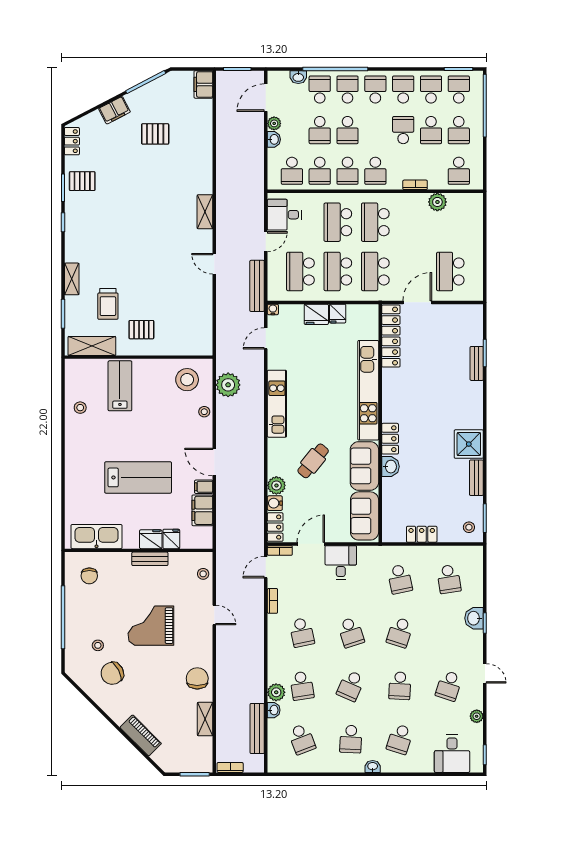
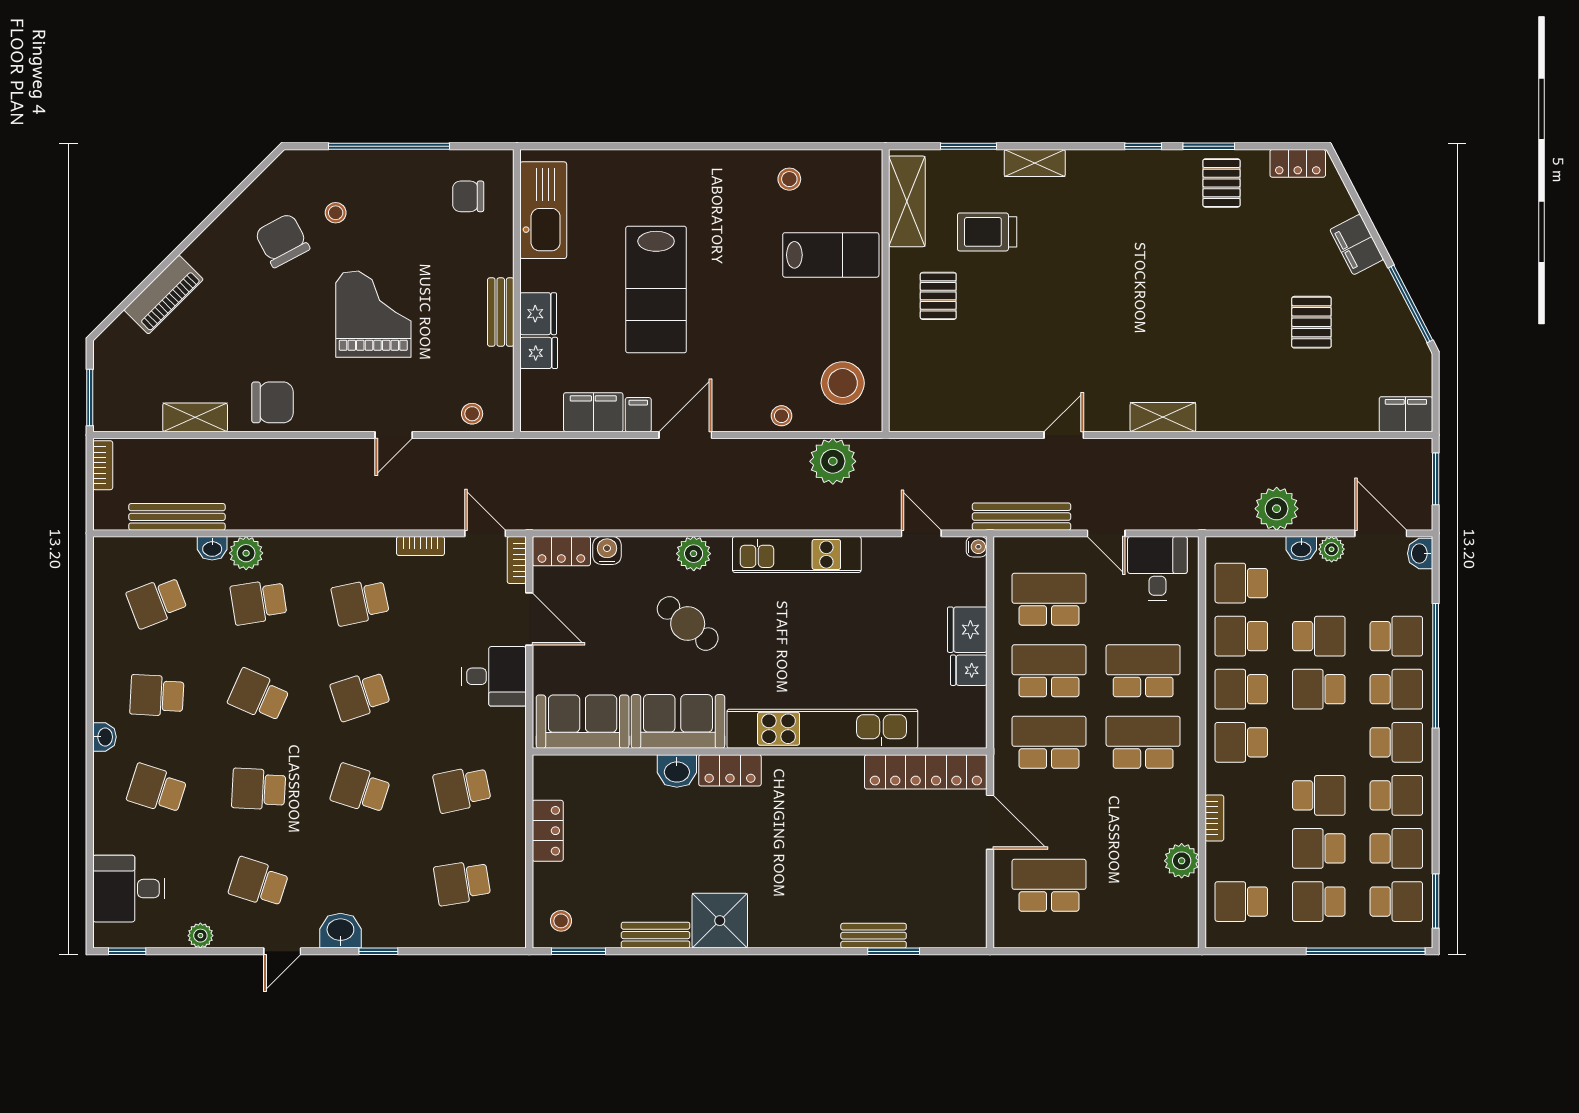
washbasin: (298, 77) -> (1420, 553), moved
school desk: (320, 130) -> (1319, 636), turned 180
plant: (253, 152) -> (1277, 509), added
plant: (276, 485) -> (694, 554), moved
washbasin: (474, 618) -> (340, 931), moved

